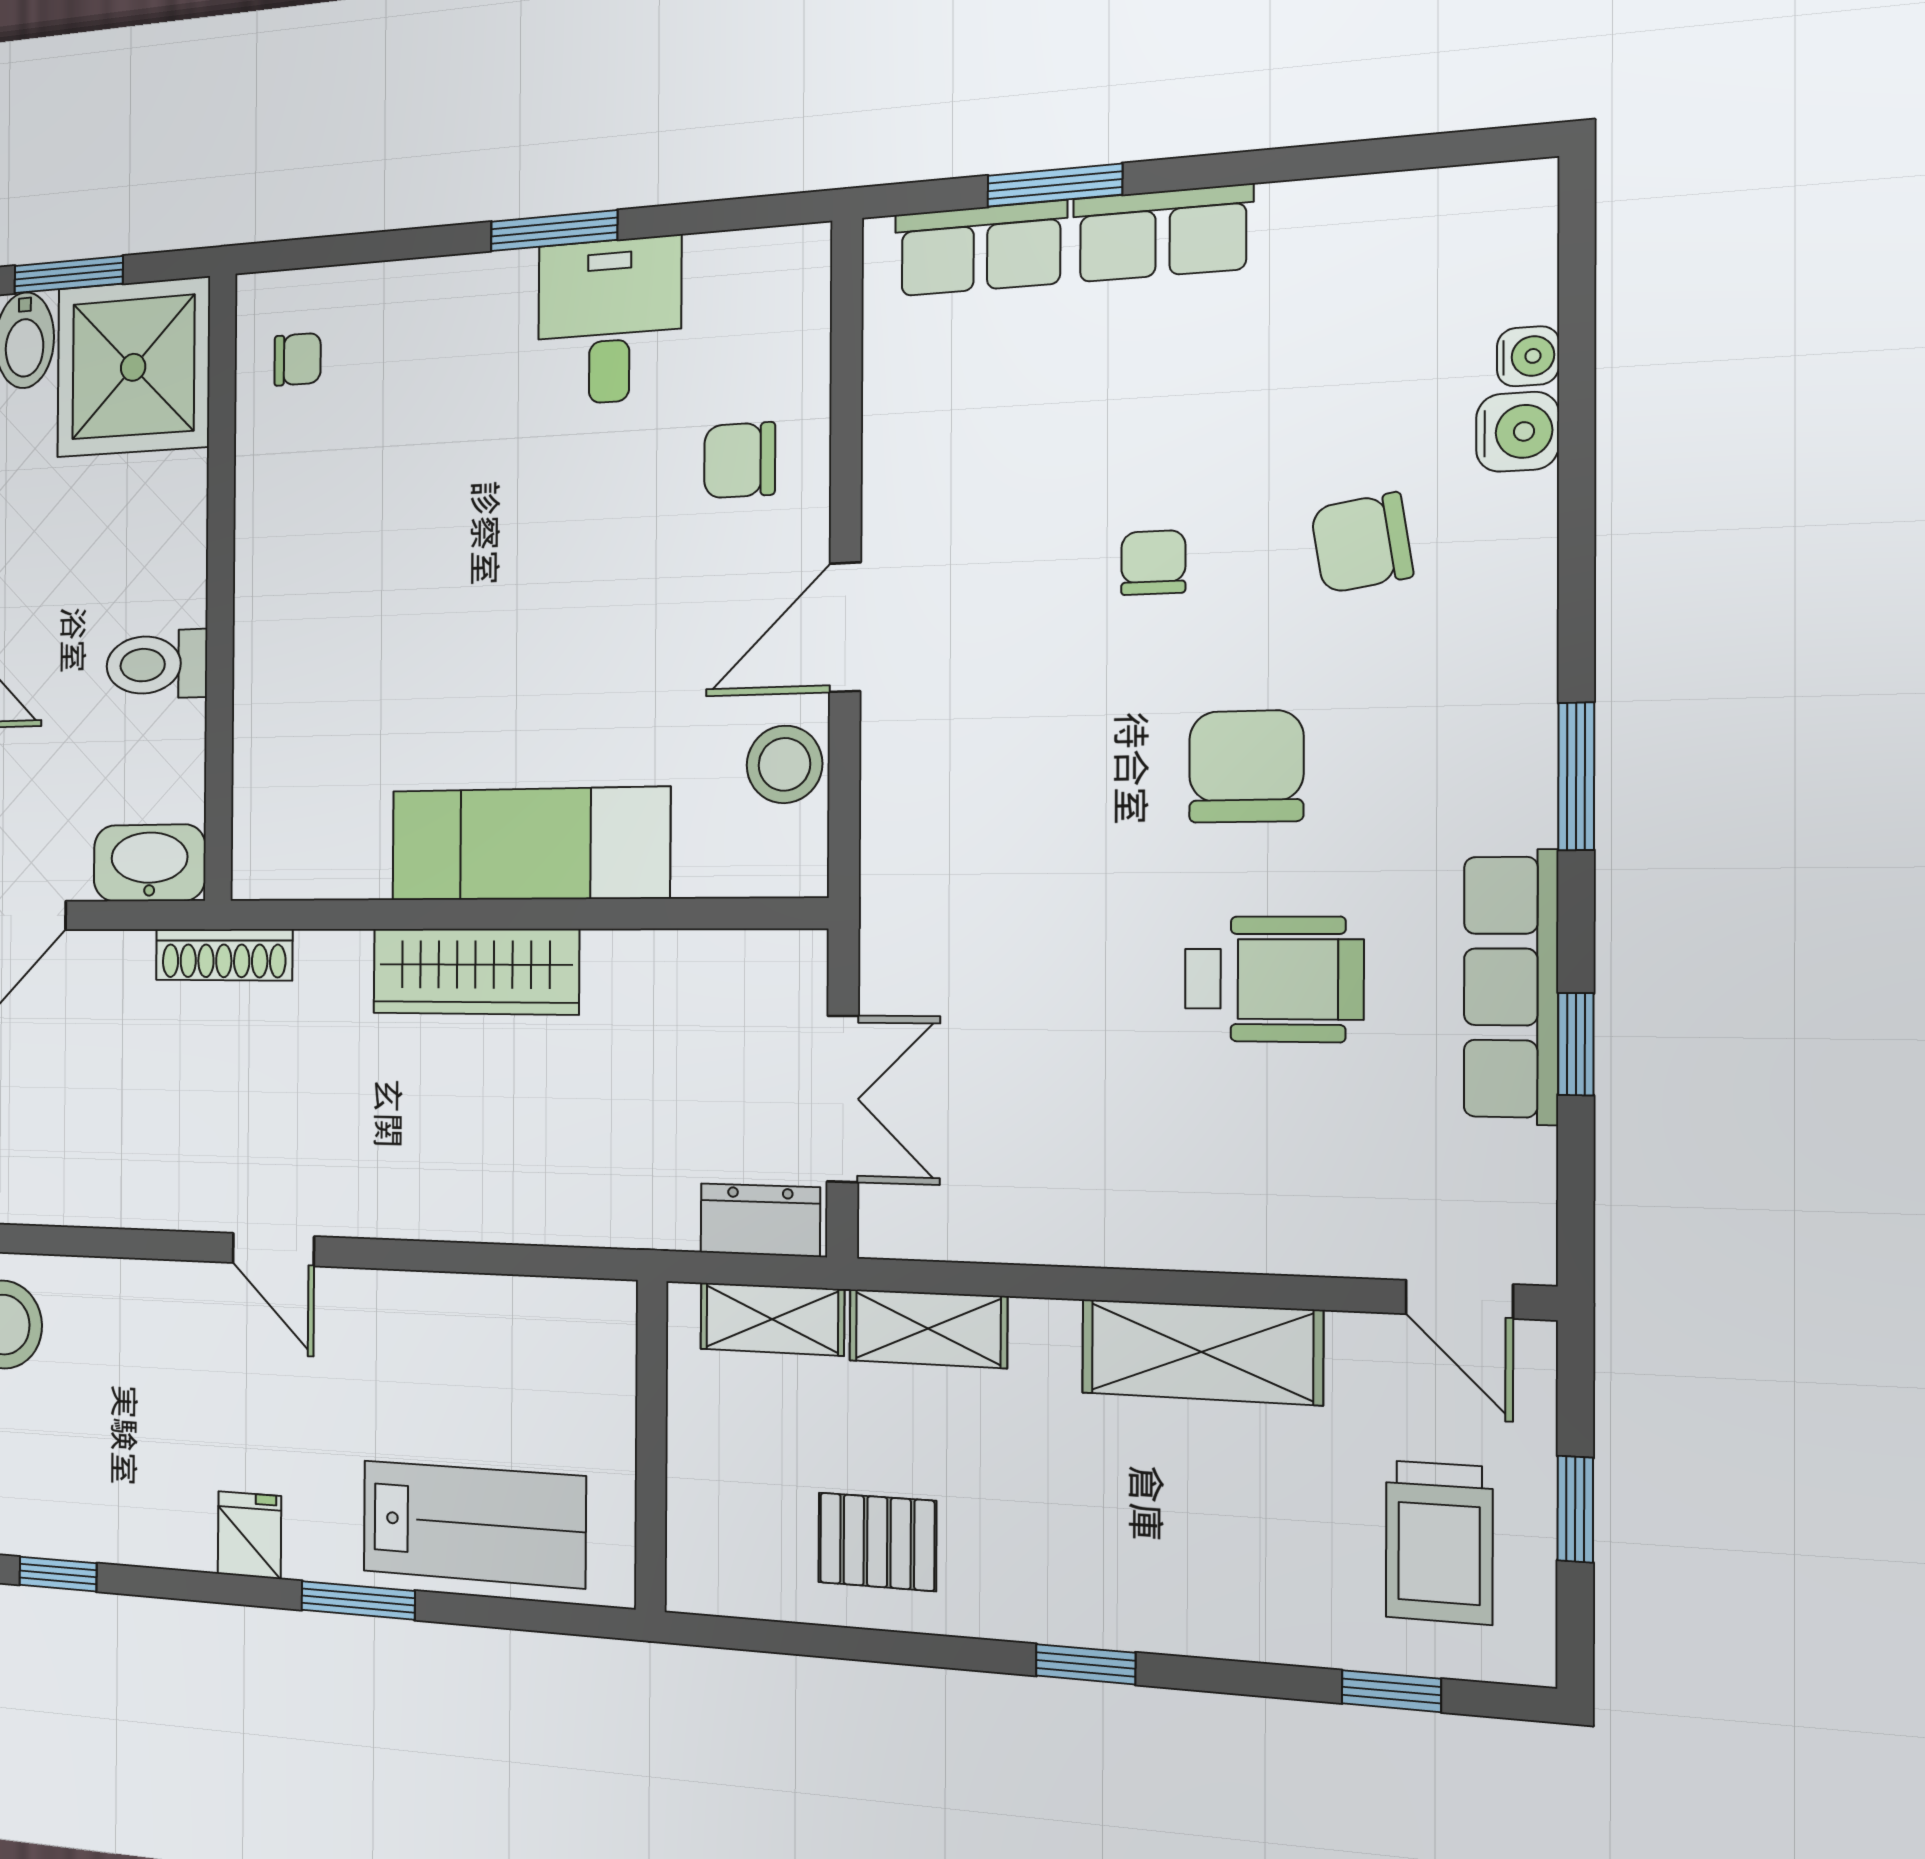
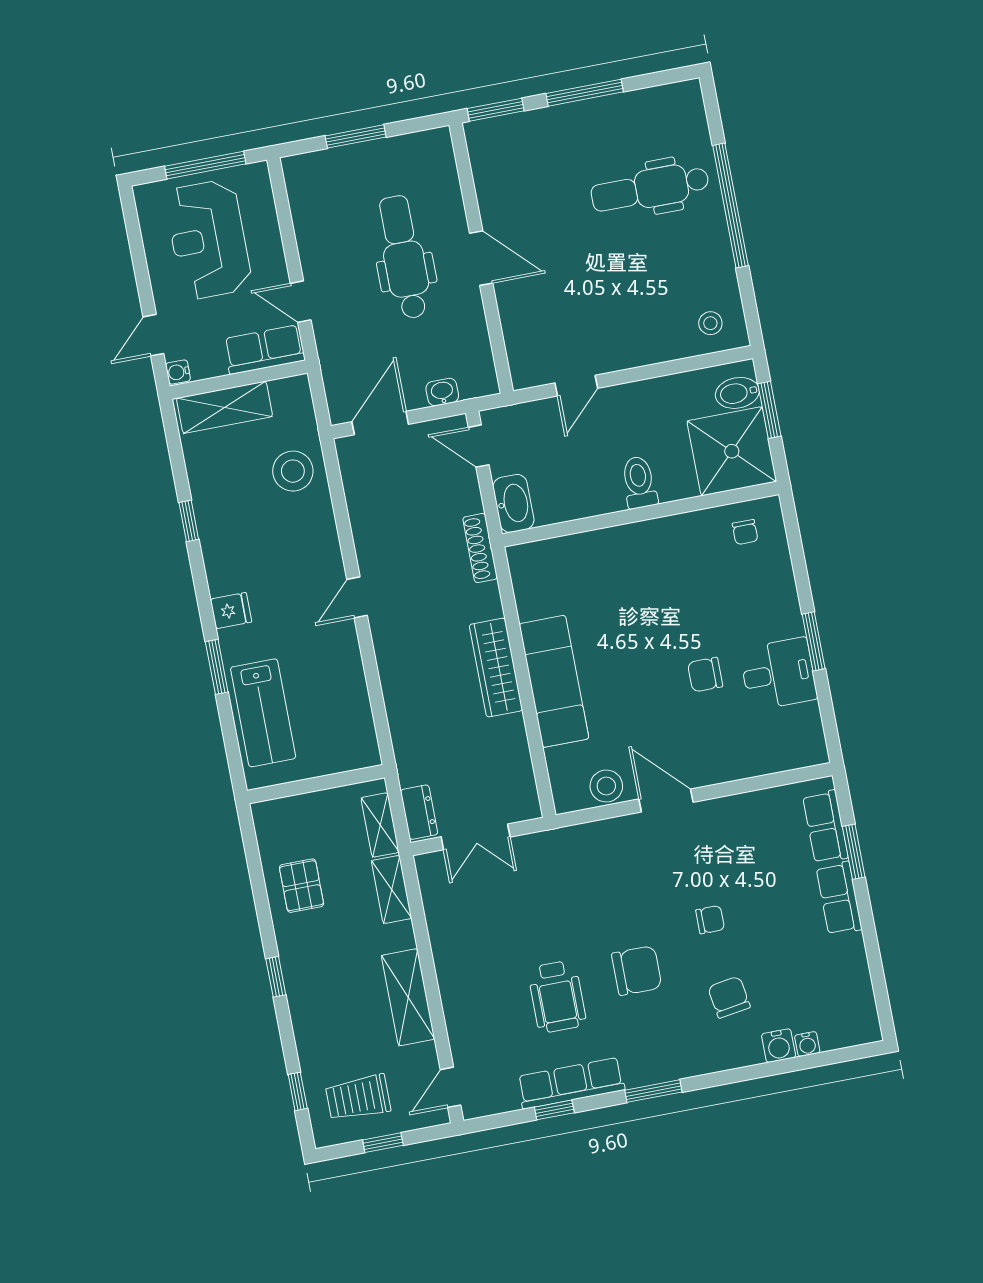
chair: (740, 460) -> (705, 675), moved, turned -90
toilet: (157, 665) -> (639, 482), moved

